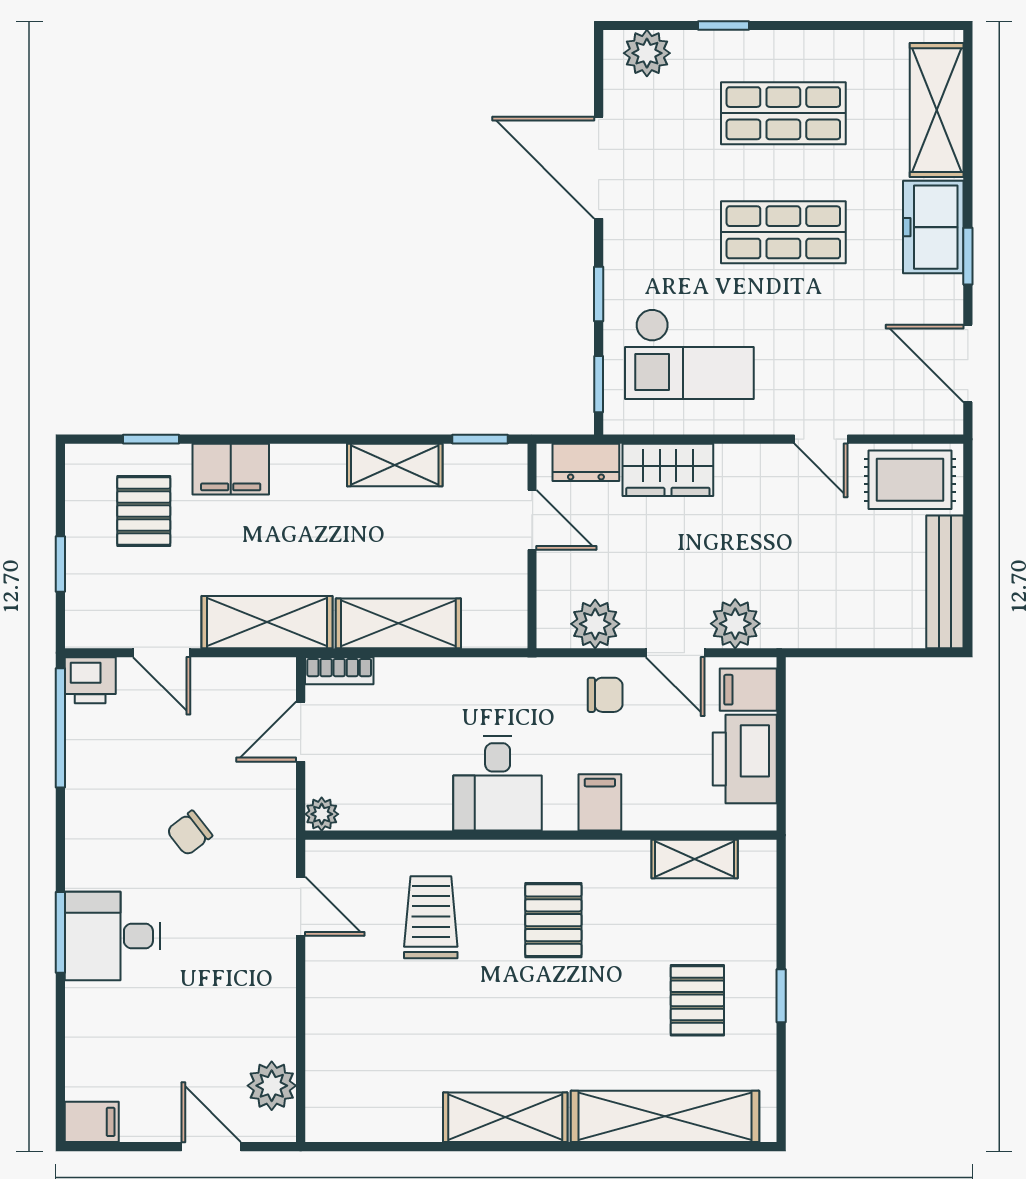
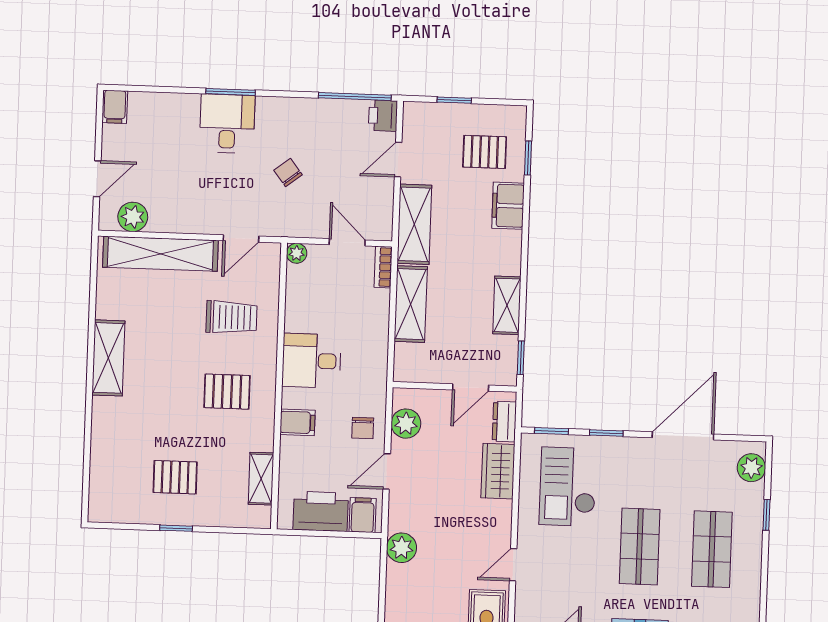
plant: (735, 624) -> (402, 548), moved
shelving: (665, 1116) -> (160, 254), moved, turned 90

